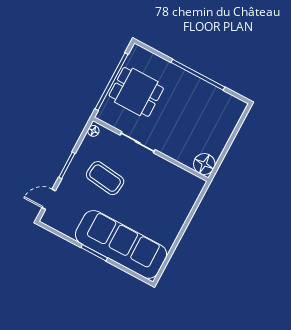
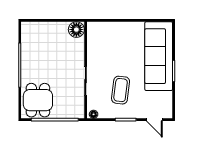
dining table: (136, 92) -> (38, 100), moved

